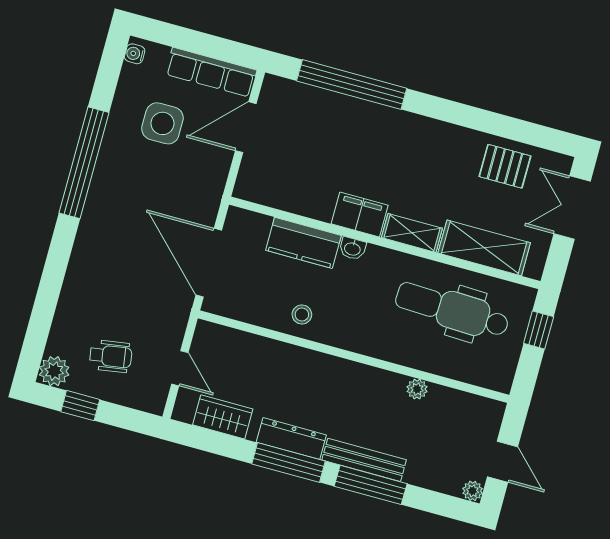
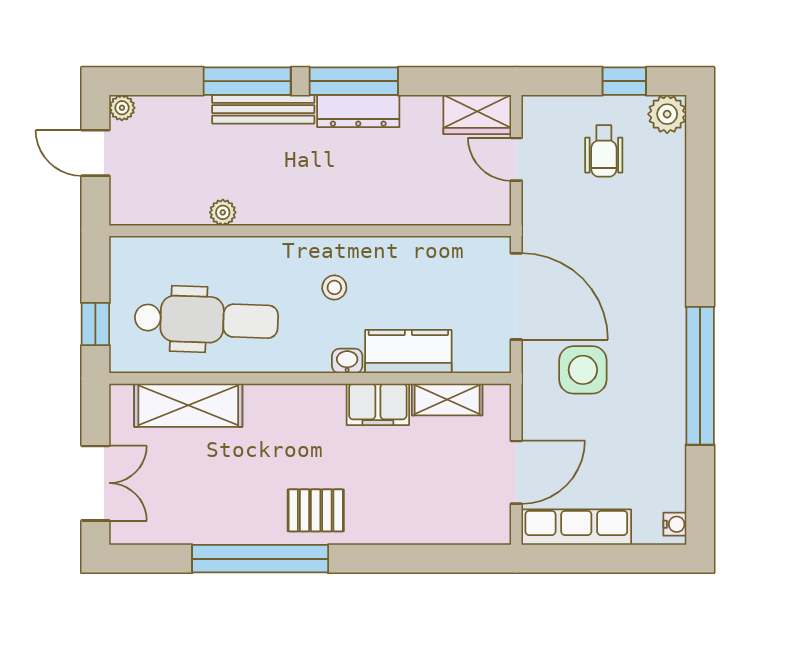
window: (352, 85) -> (260, 559), moved
side table: (162, 123) -> (583, 370), moved
pallet: (505, 166) -> (316, 510), moved
filing cabinet: (360, 215) -> (378, 404), moved
shelving: (412, 233) -> (447, 399), moved
stool: (302, 314) -> (334, 287), moved
wheelchair: (111, 356) -> (604, 151), turned -81
wardrobe: (223, 417) -> (477, 115), moved

